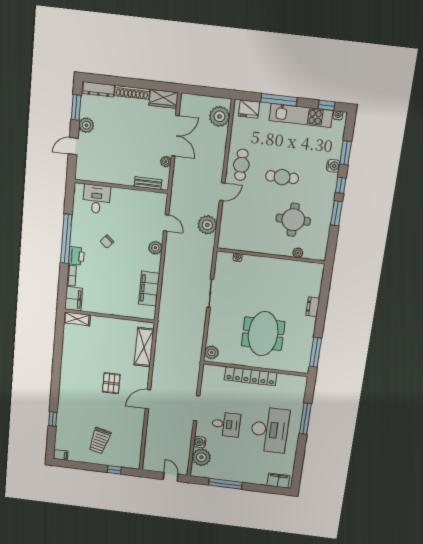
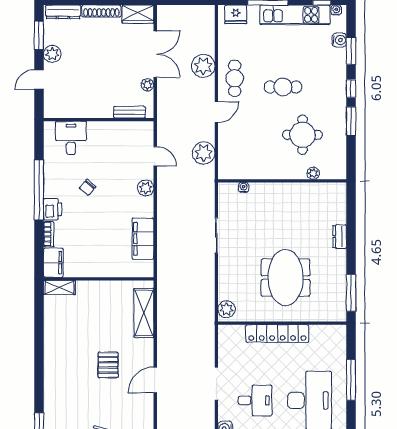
plant: (219, 116) -> (203, 66), moved
water cooler: (333, 166) -> (339, 40), moved

